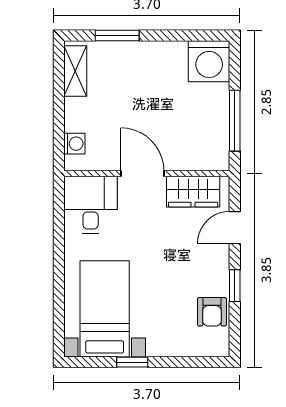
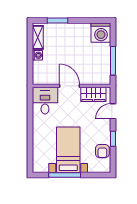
washing machine: (74, 144) -> (37, 55), moved
bed with nightstands: (105, 309) -> (68, 150), moved
window: (132, 362) -> (65, 175), width x2.17

